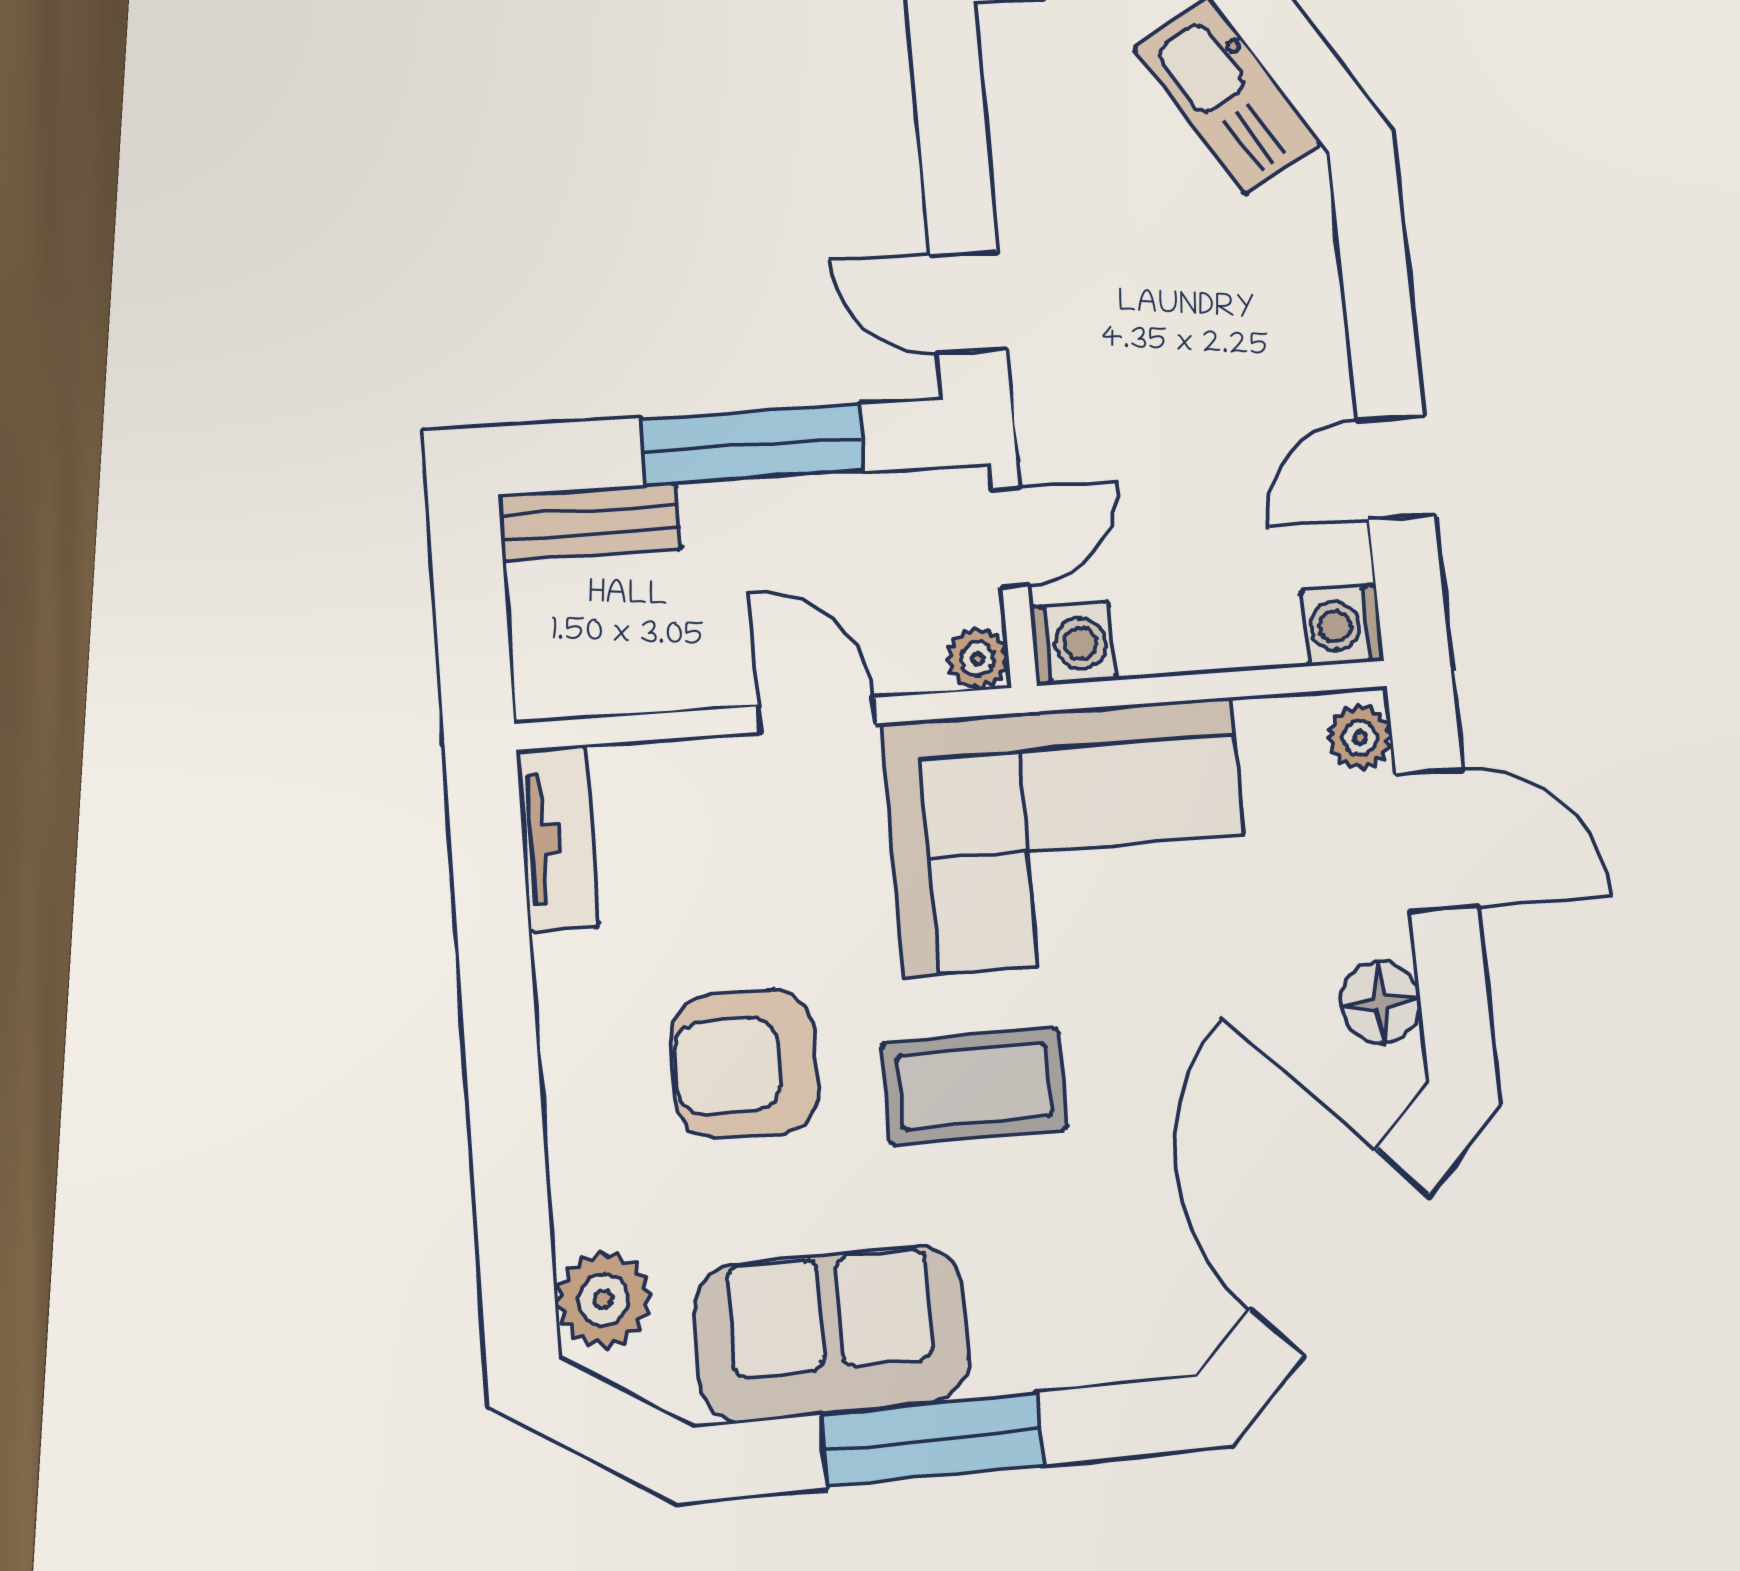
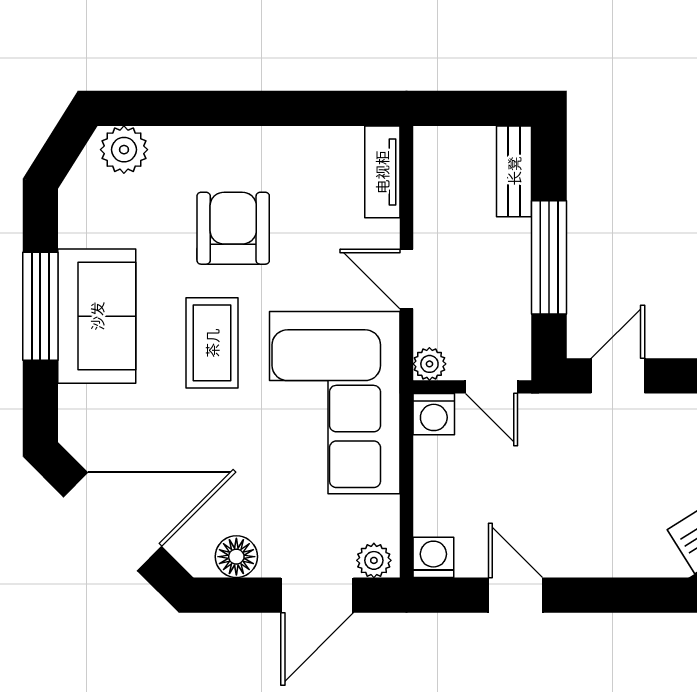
door: (817, 715) -> (406, 279), swing flipped
tv unit: (557, 838) -> (382, 172), moved, turned 90
sofa: (832, 1334) -> (97, 316), moved

